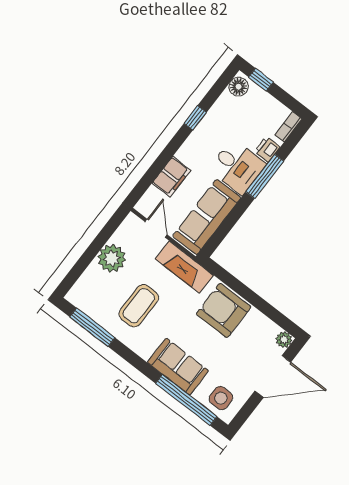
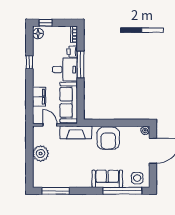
coffee table: (139, 306) -> (69, 165), removed
armchair: (224, 310) -> (108, 138), turned -90

